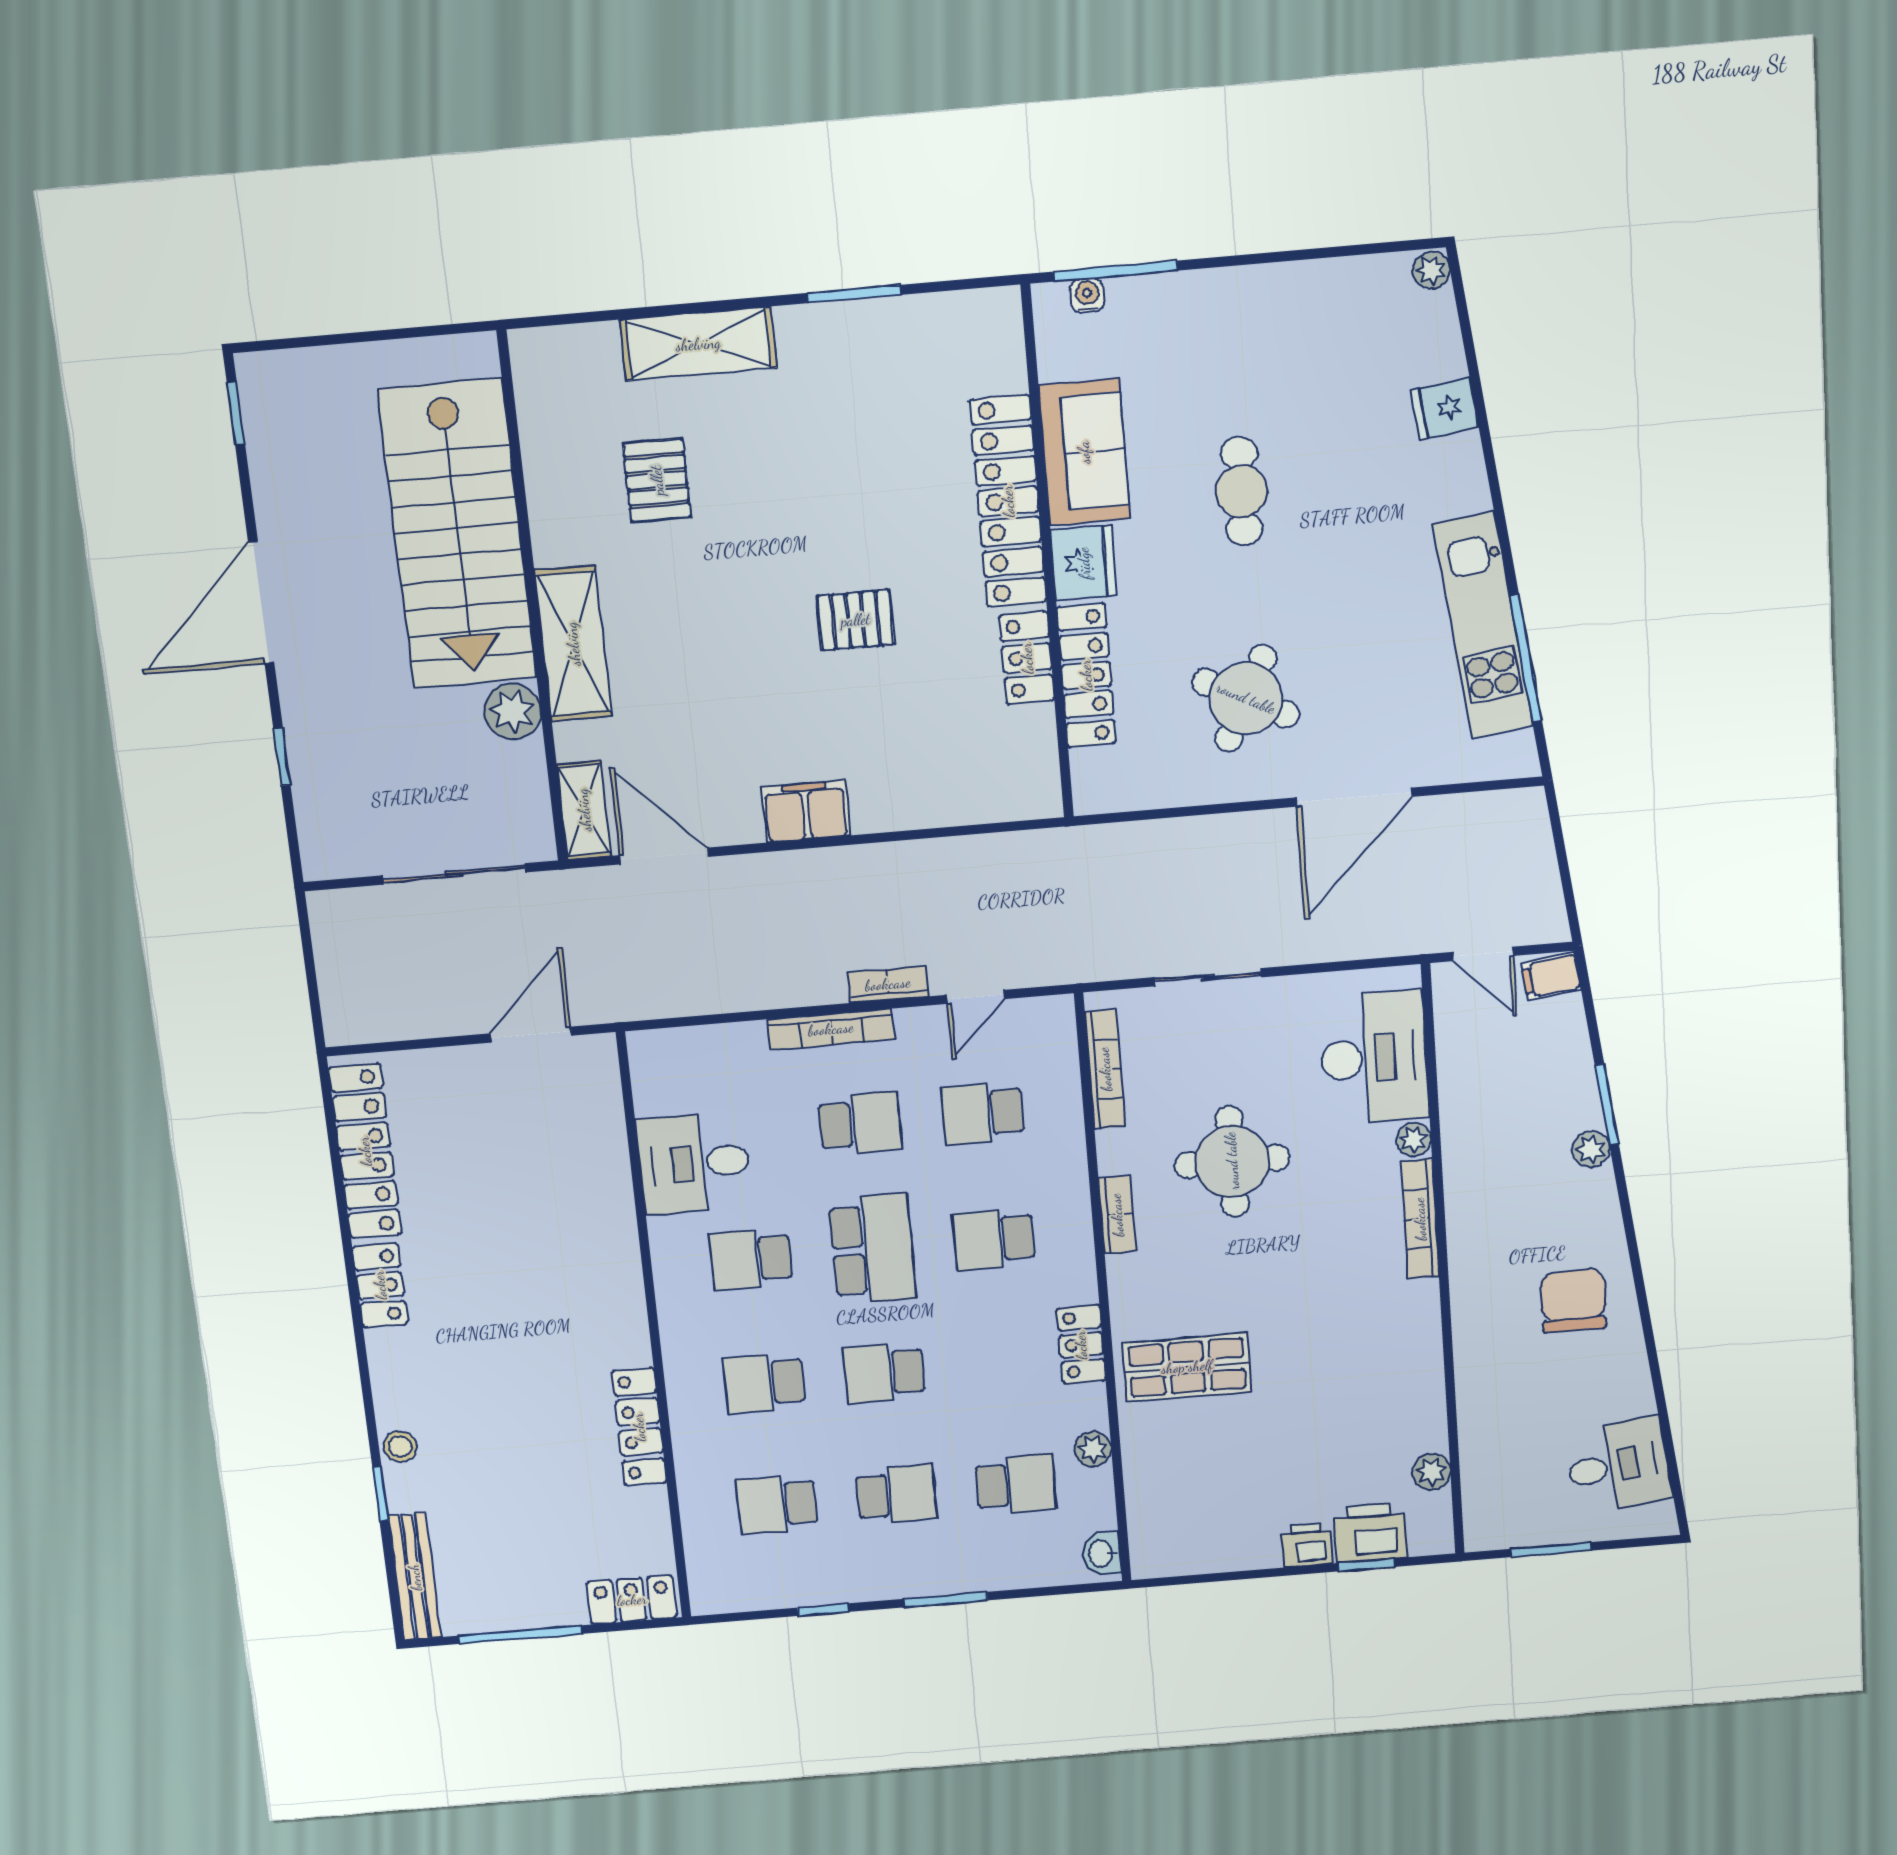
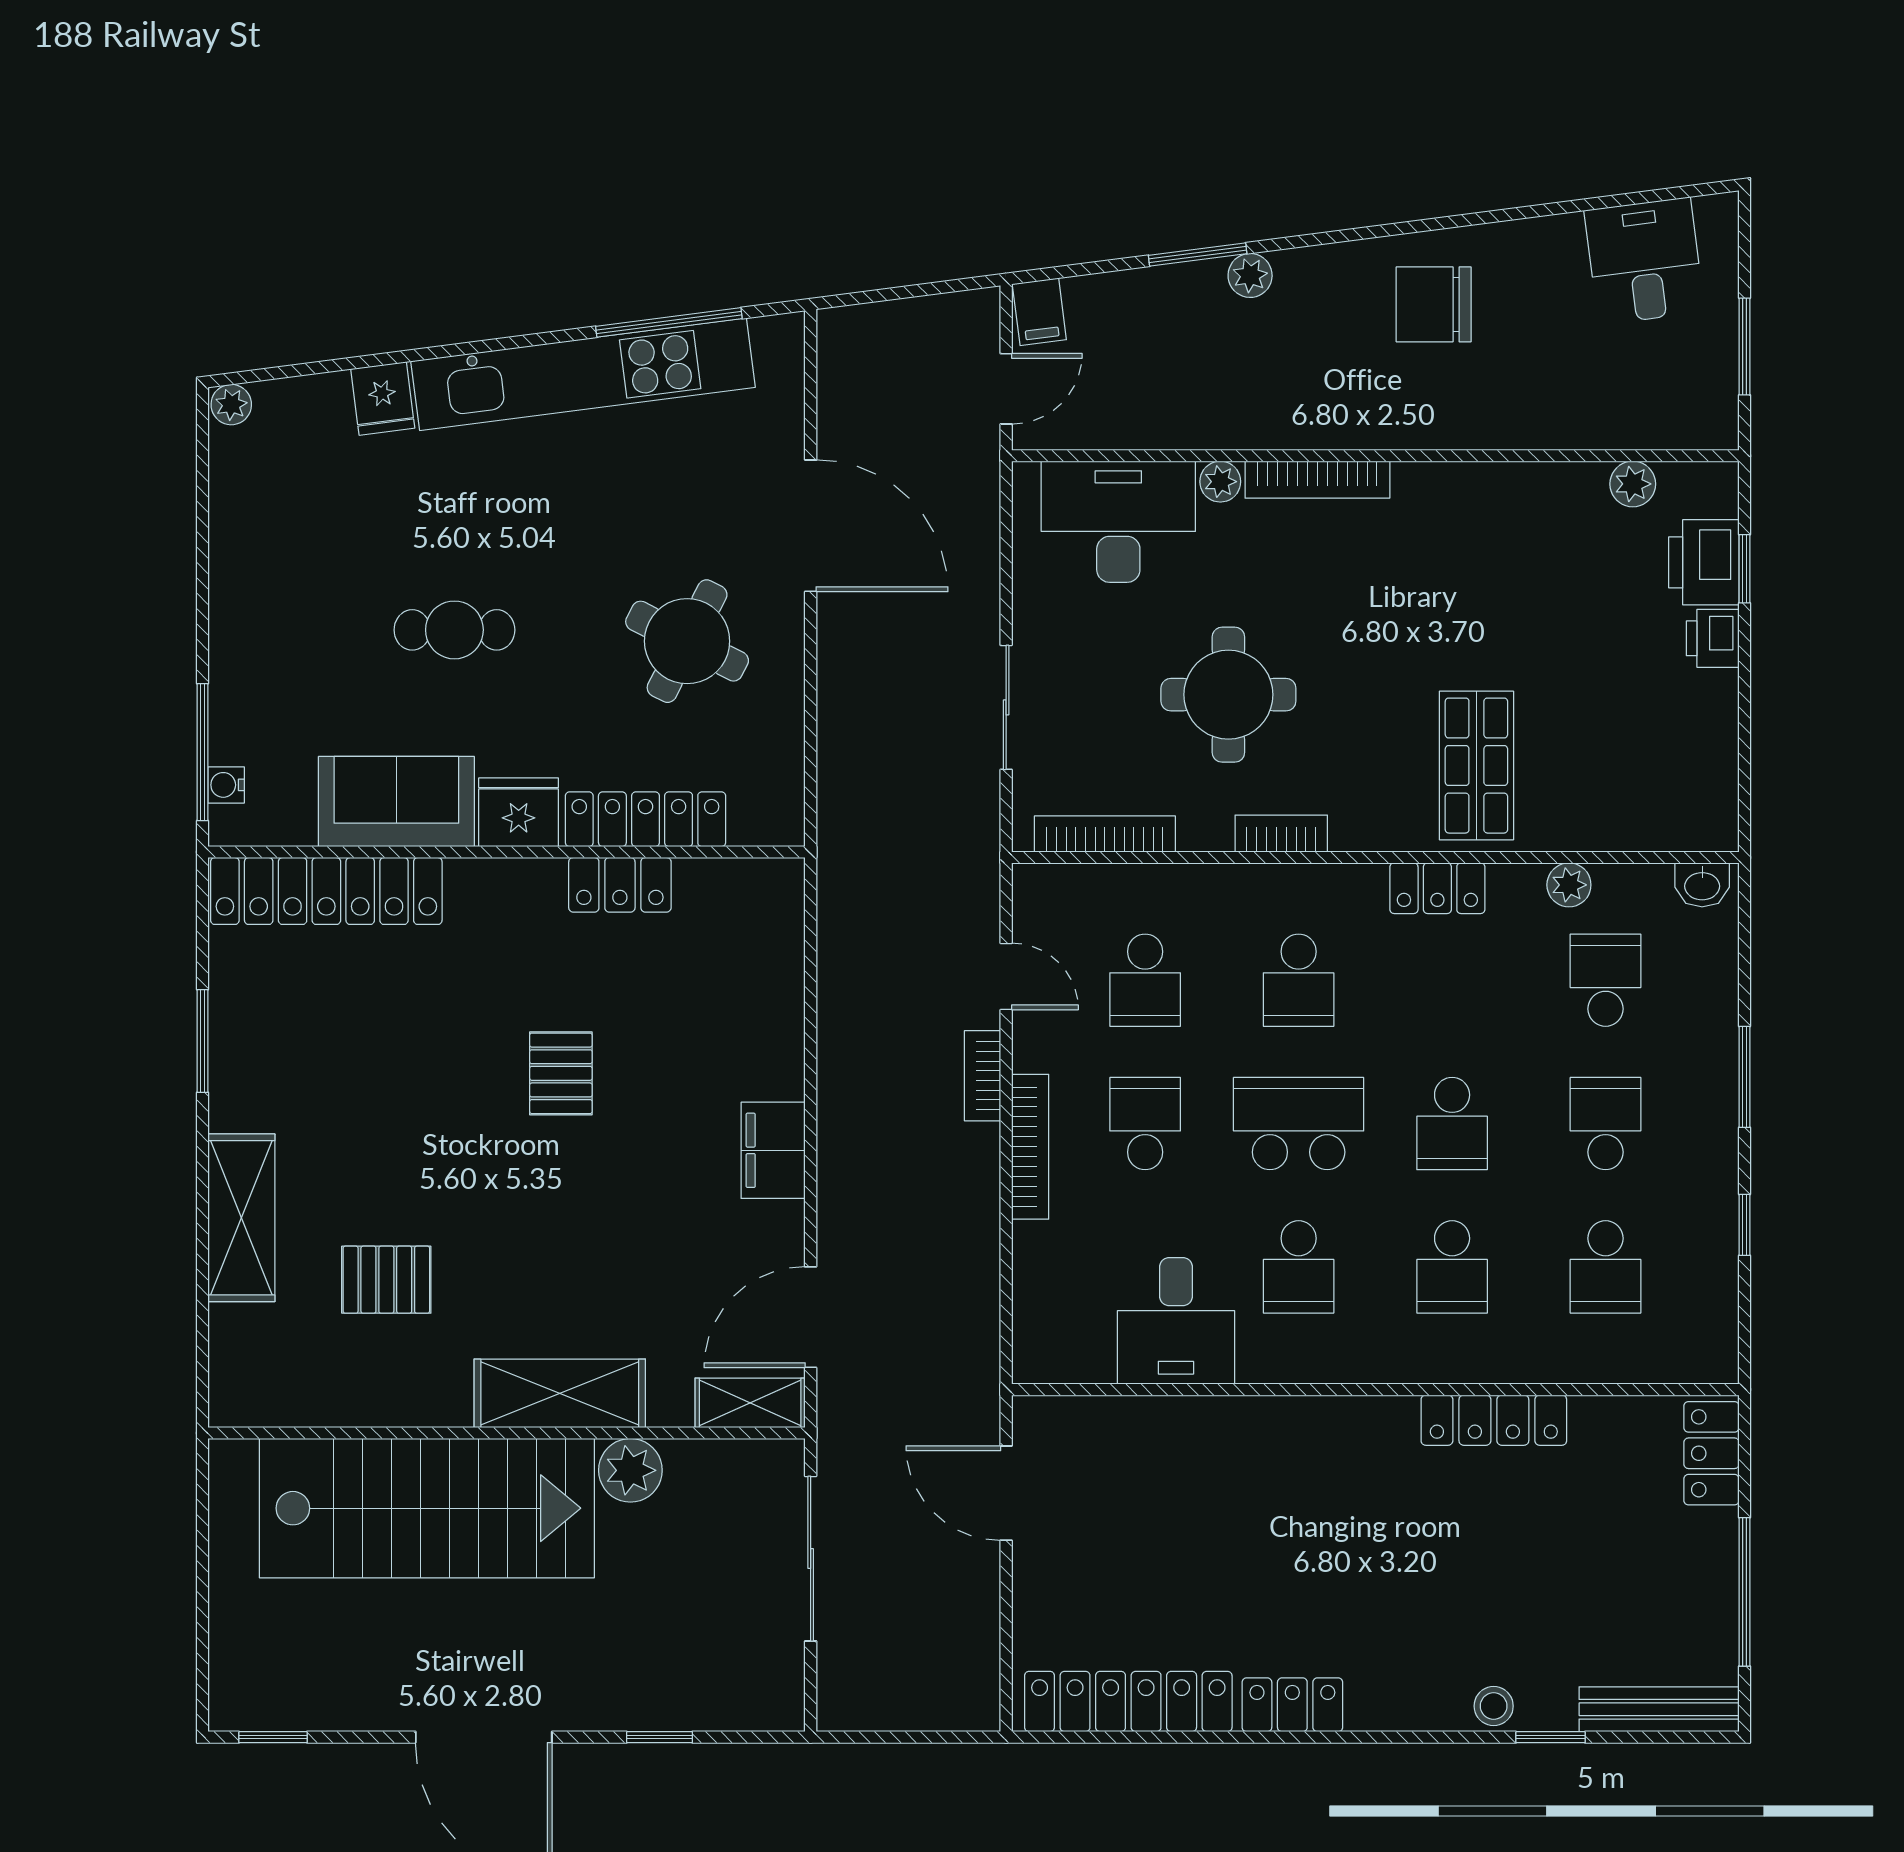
locker: (1008, 501) -> (326, 891), moved
kitchen unit: (1483, 626) -> (583, 374), width x1.36

